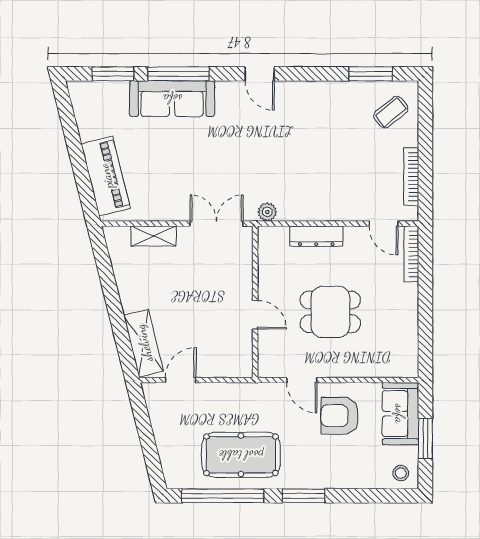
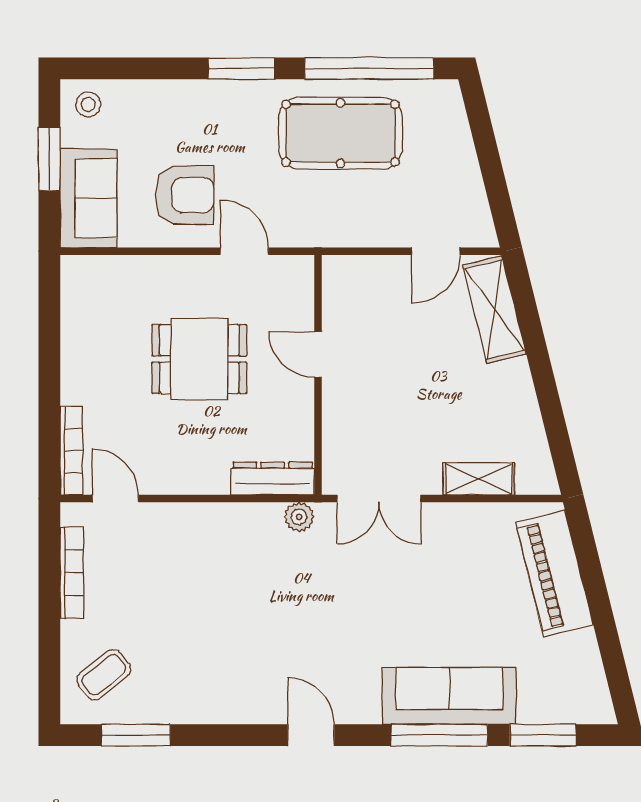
dresser: (316, 236) -> (273, 479), moved

